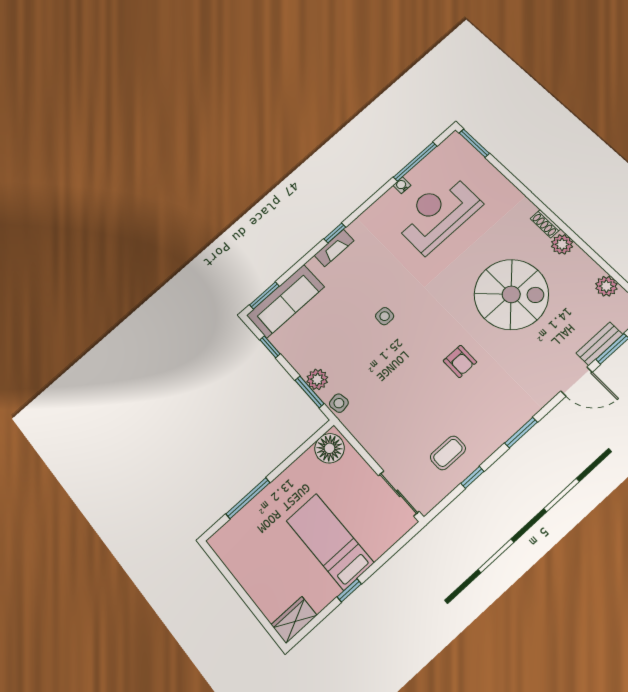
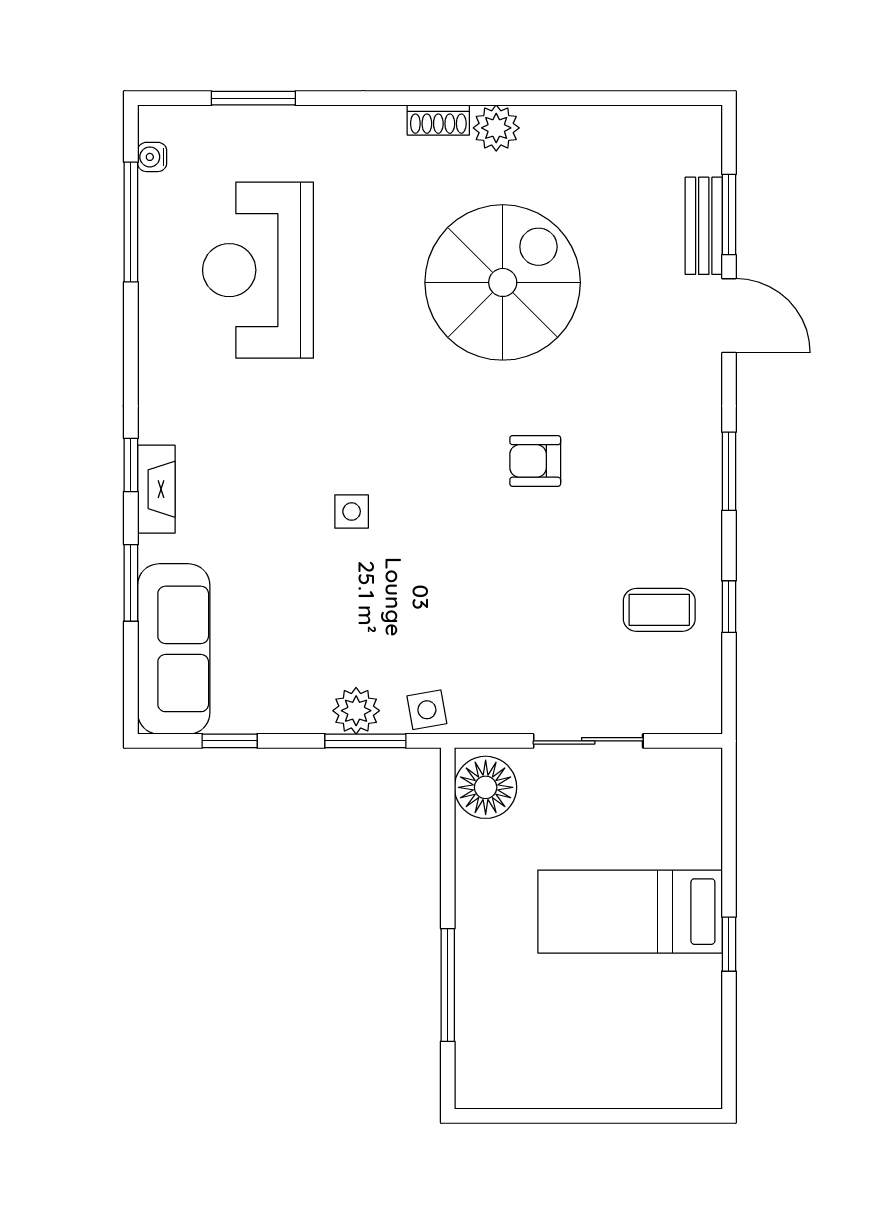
window: (474, 143) -> (253, 98), moved
water cooler: (402, 185) -> (152, 157), moved
plant: (606, 286) -> (626, 128), removed
window: (264, 295) -> (131, 583), moved
armchair: (460, 361) -> (535, 461), turned 180
door: (577, 382) -> (729, 316), hinge flipped
coffee table: (448, 453) -> (659, 610), turned 90
sliding door: (399, 493) -> (588, 741), moved
wardrobe: (294, 620) -> (698, 1067), removed

